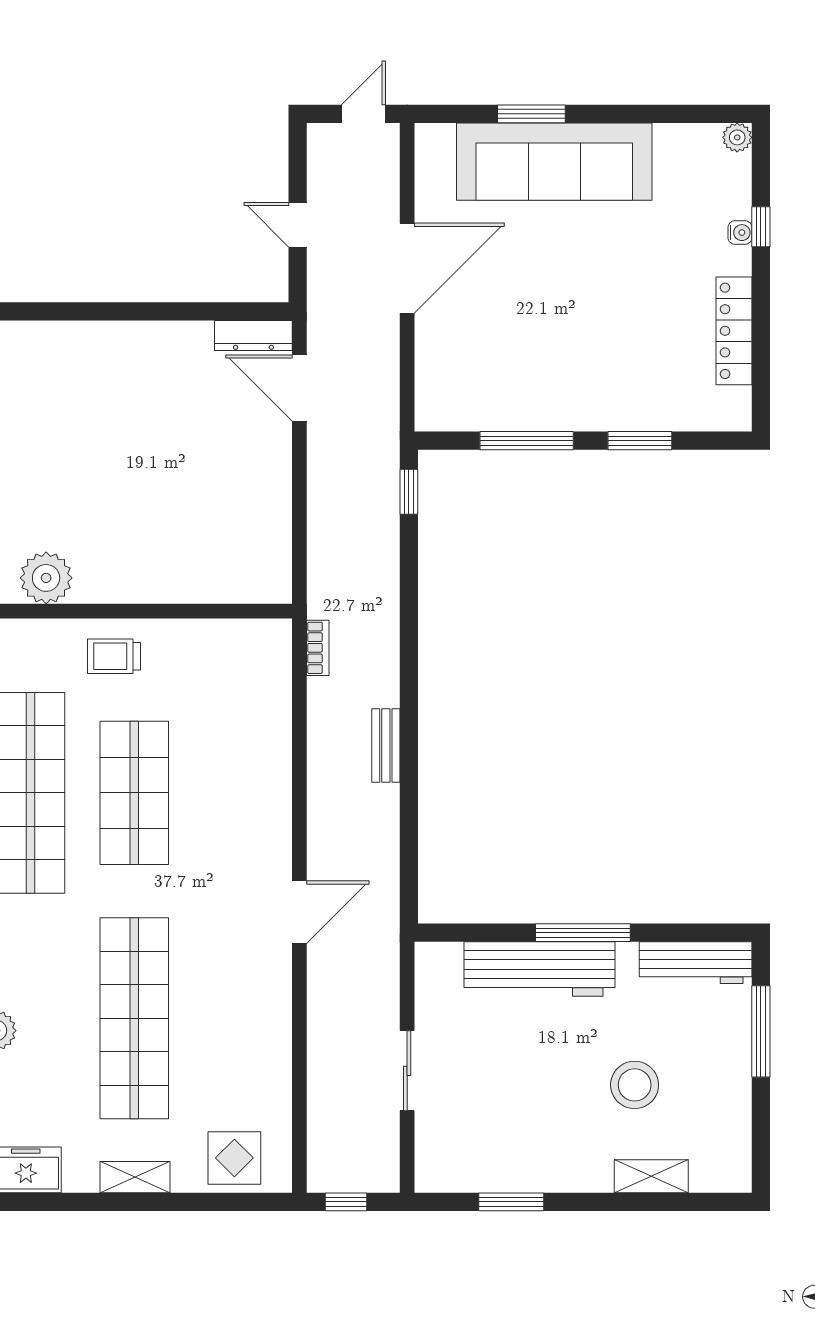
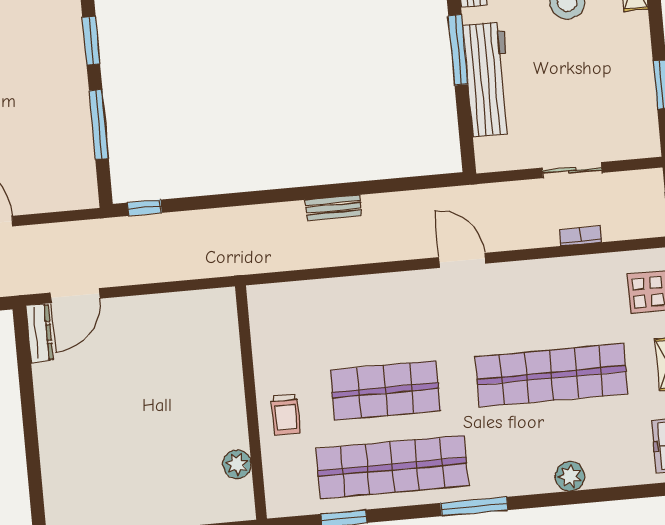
plant: (46, 578) -> (237, 464), width x0.73, depth x0.73
bookcase: (318, 648) -> (581, 236), moved

